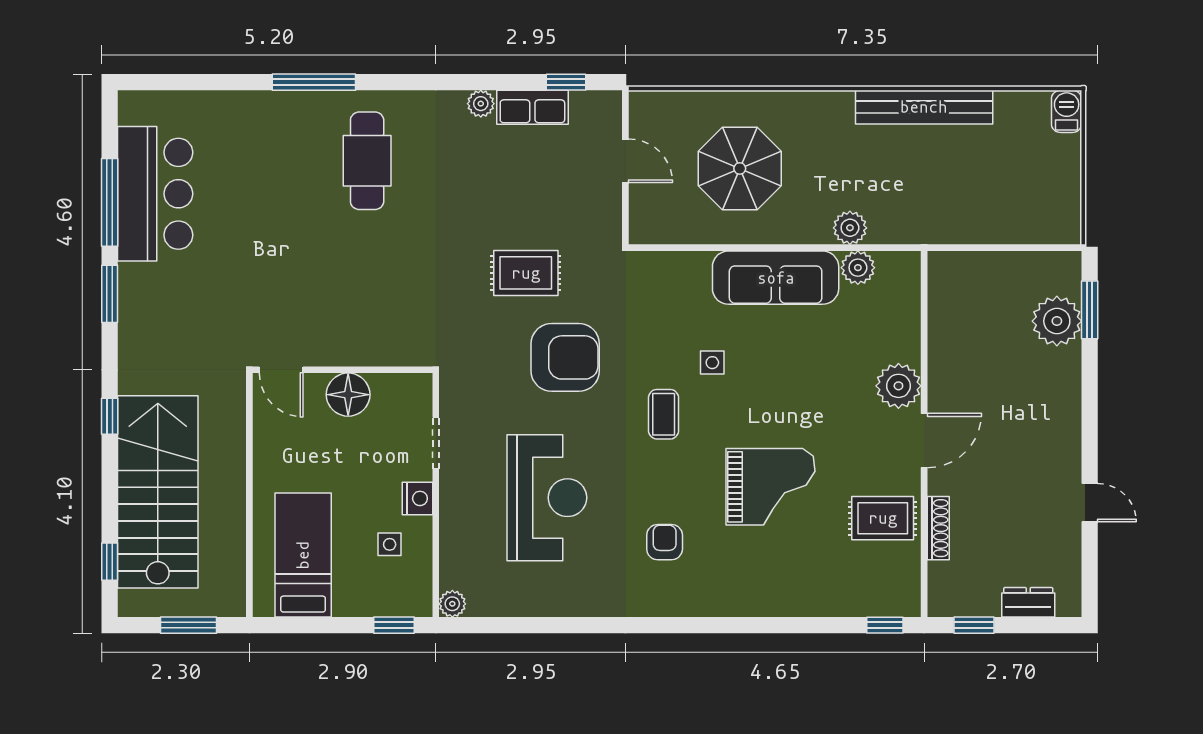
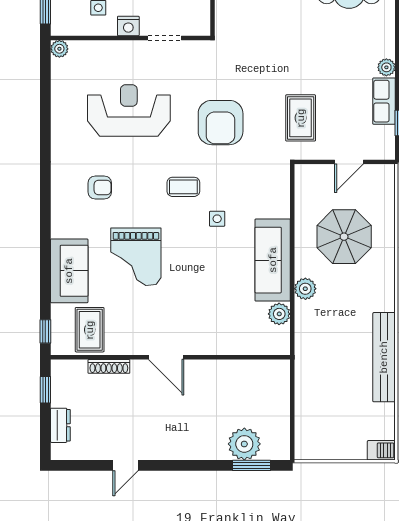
plant: (850, 228) -> (305, 289), moved
rug: (526, 273) -> (301, 118), moved
plant: (898, 386) -> (202, 340), removed
reception desk: (547, 498) -> (129, 111), turned 180
rug: (883, 518) -> (90, 330), moved
sofa: (792, 589) -> (69, 271), added

